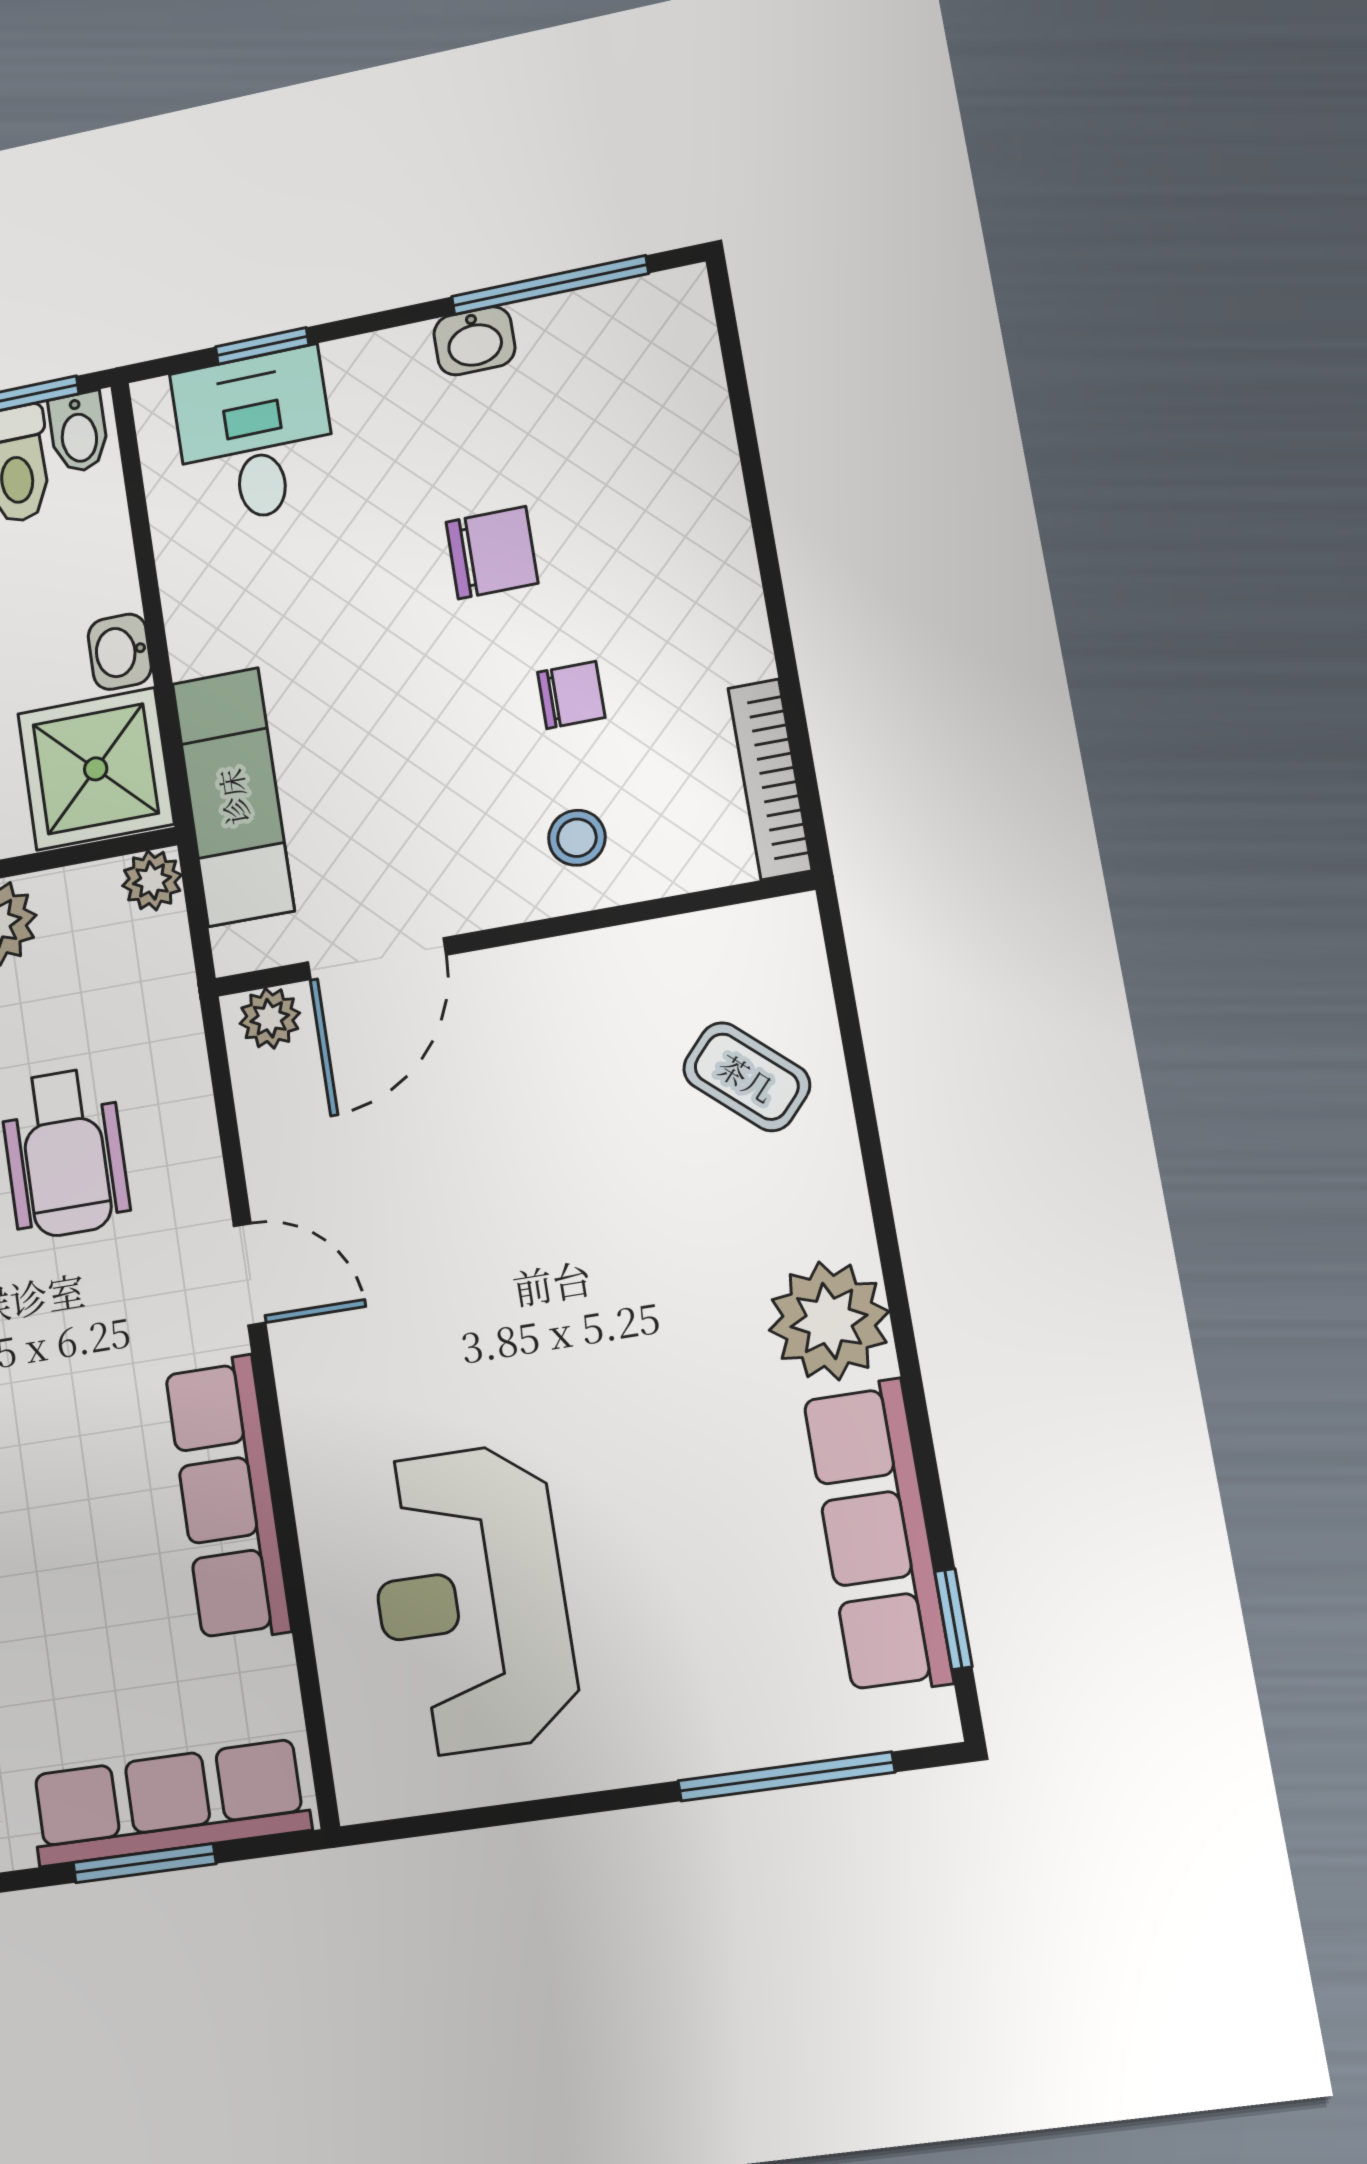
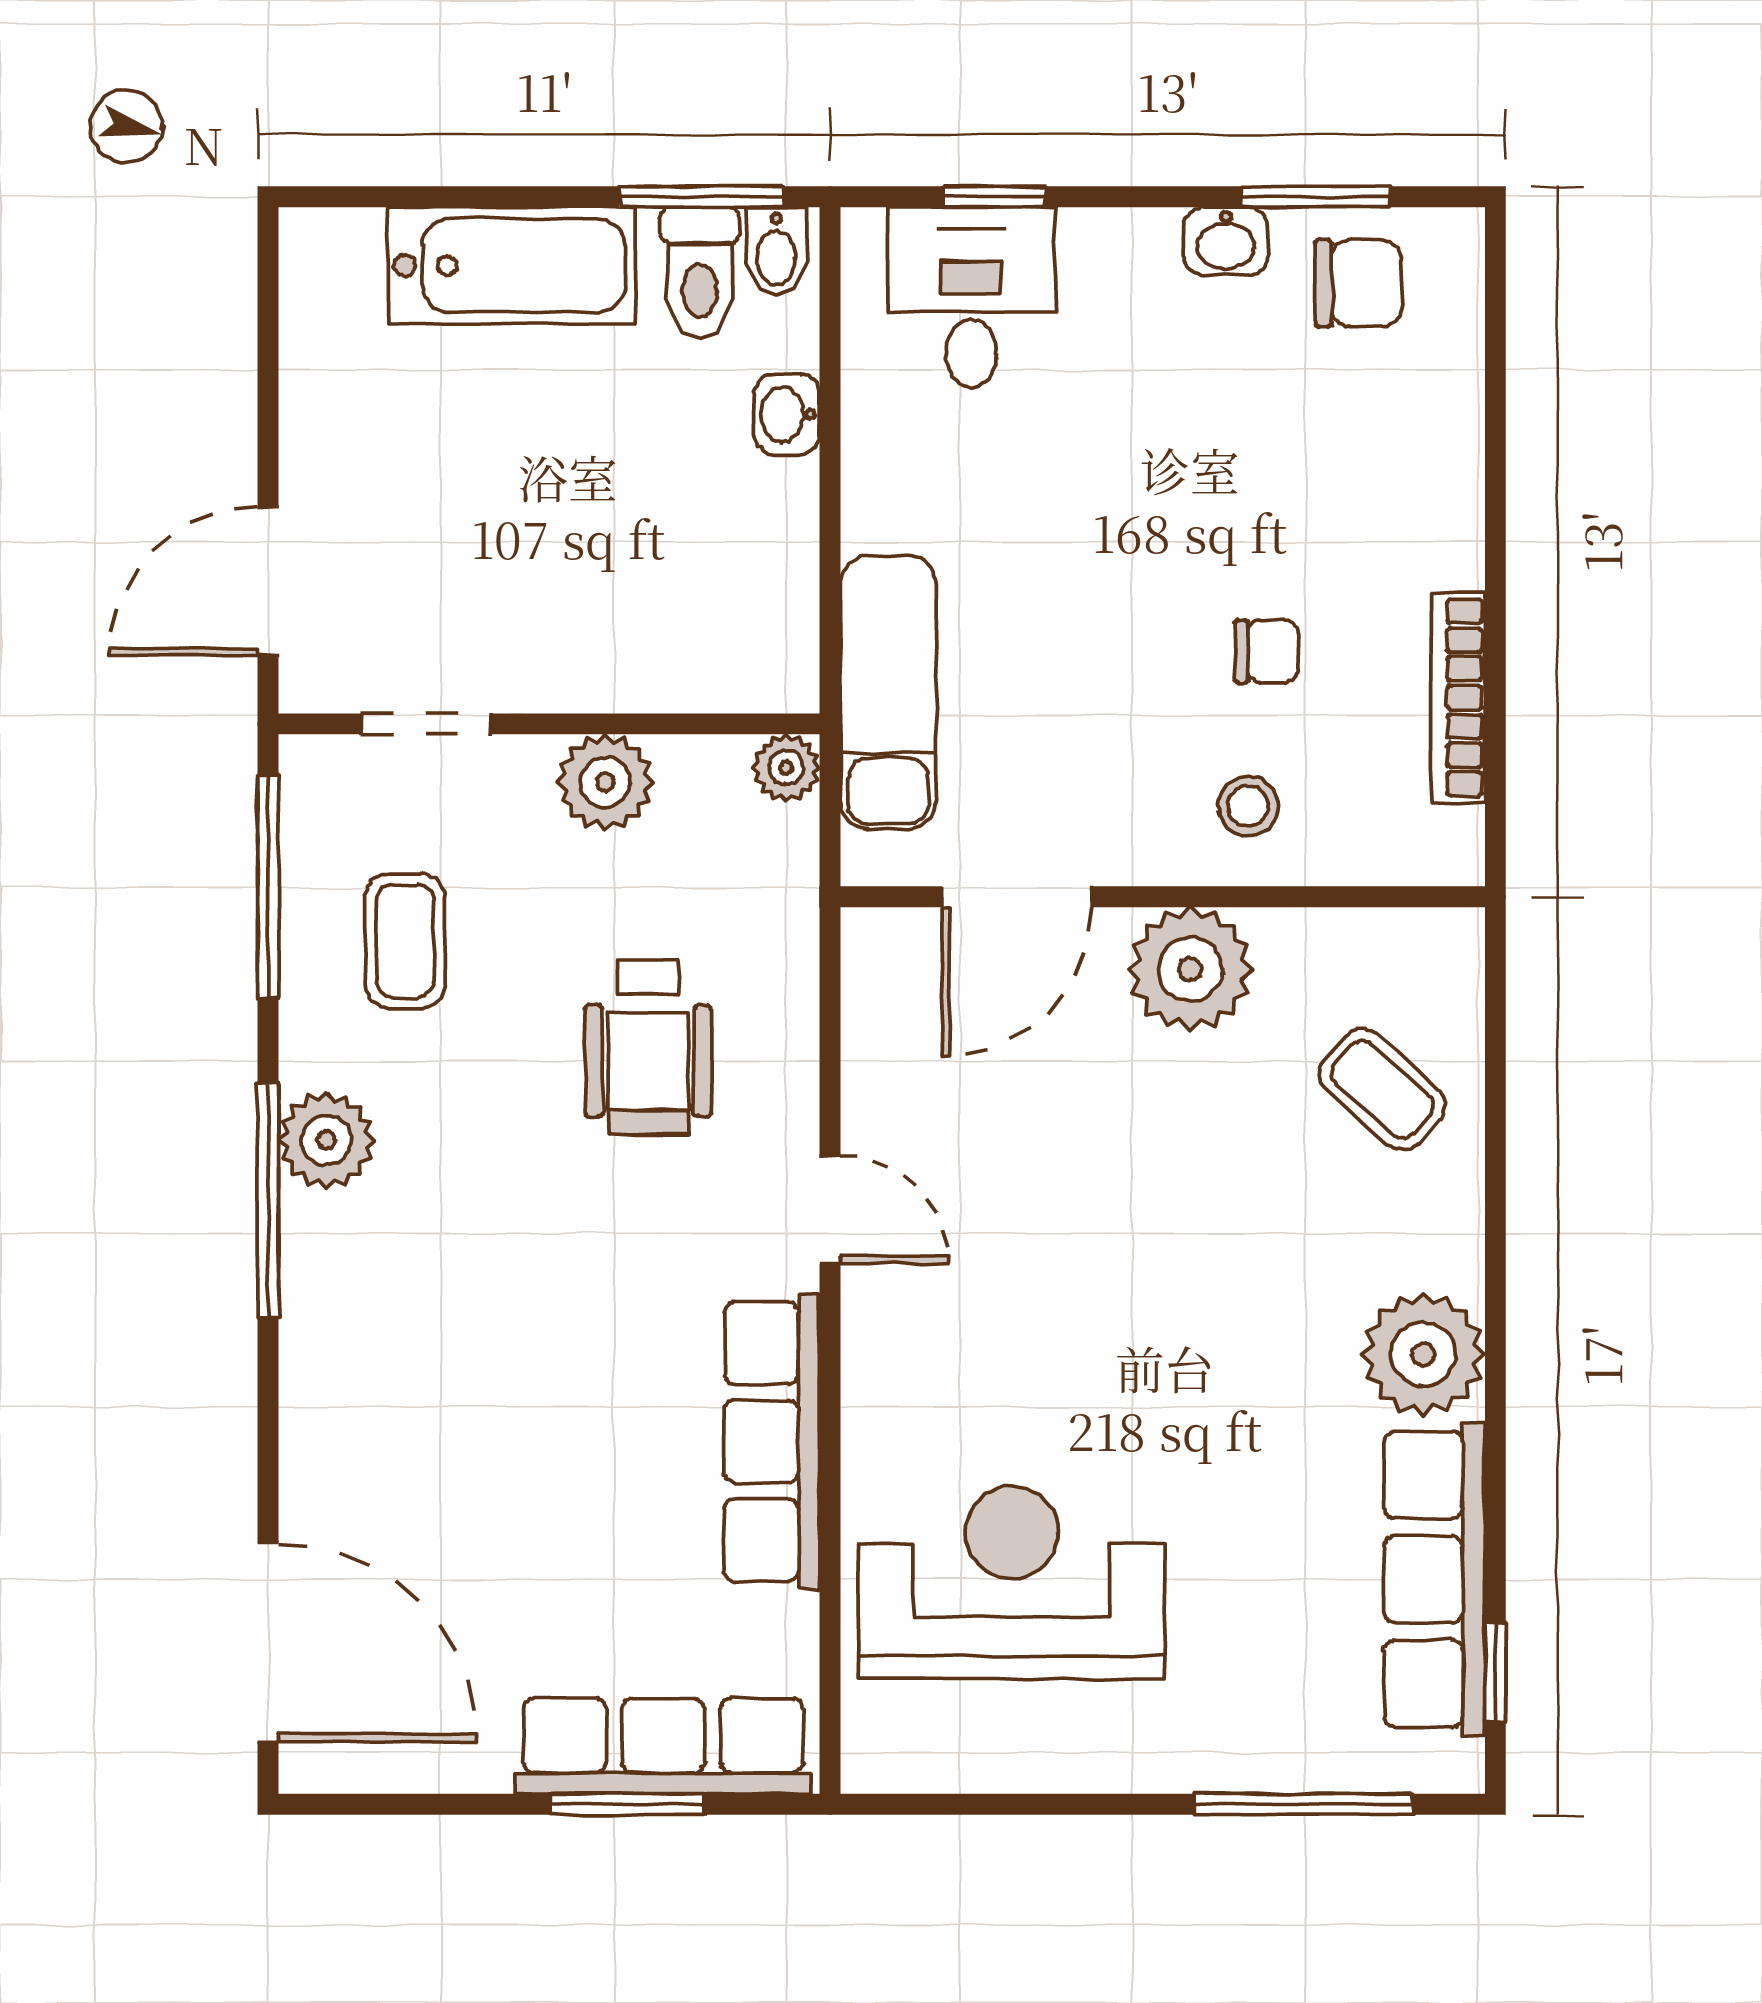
window: (550, 285) -> (1316, 197), width x0.69
chair: (492, 553) -> (1358, 283), moved
washbasin: (120, 652) -> (787, 414), moved
shower: (96, 769) -> (742, 633), removed
bookcase: (770, 779) -> (1458, 698), moved
plant: (270, 1018) -> (1190, 969), moved, width x1.87, depth x1.87
reception desk: (471, 1600) -> (1012, 1583), turned 90

